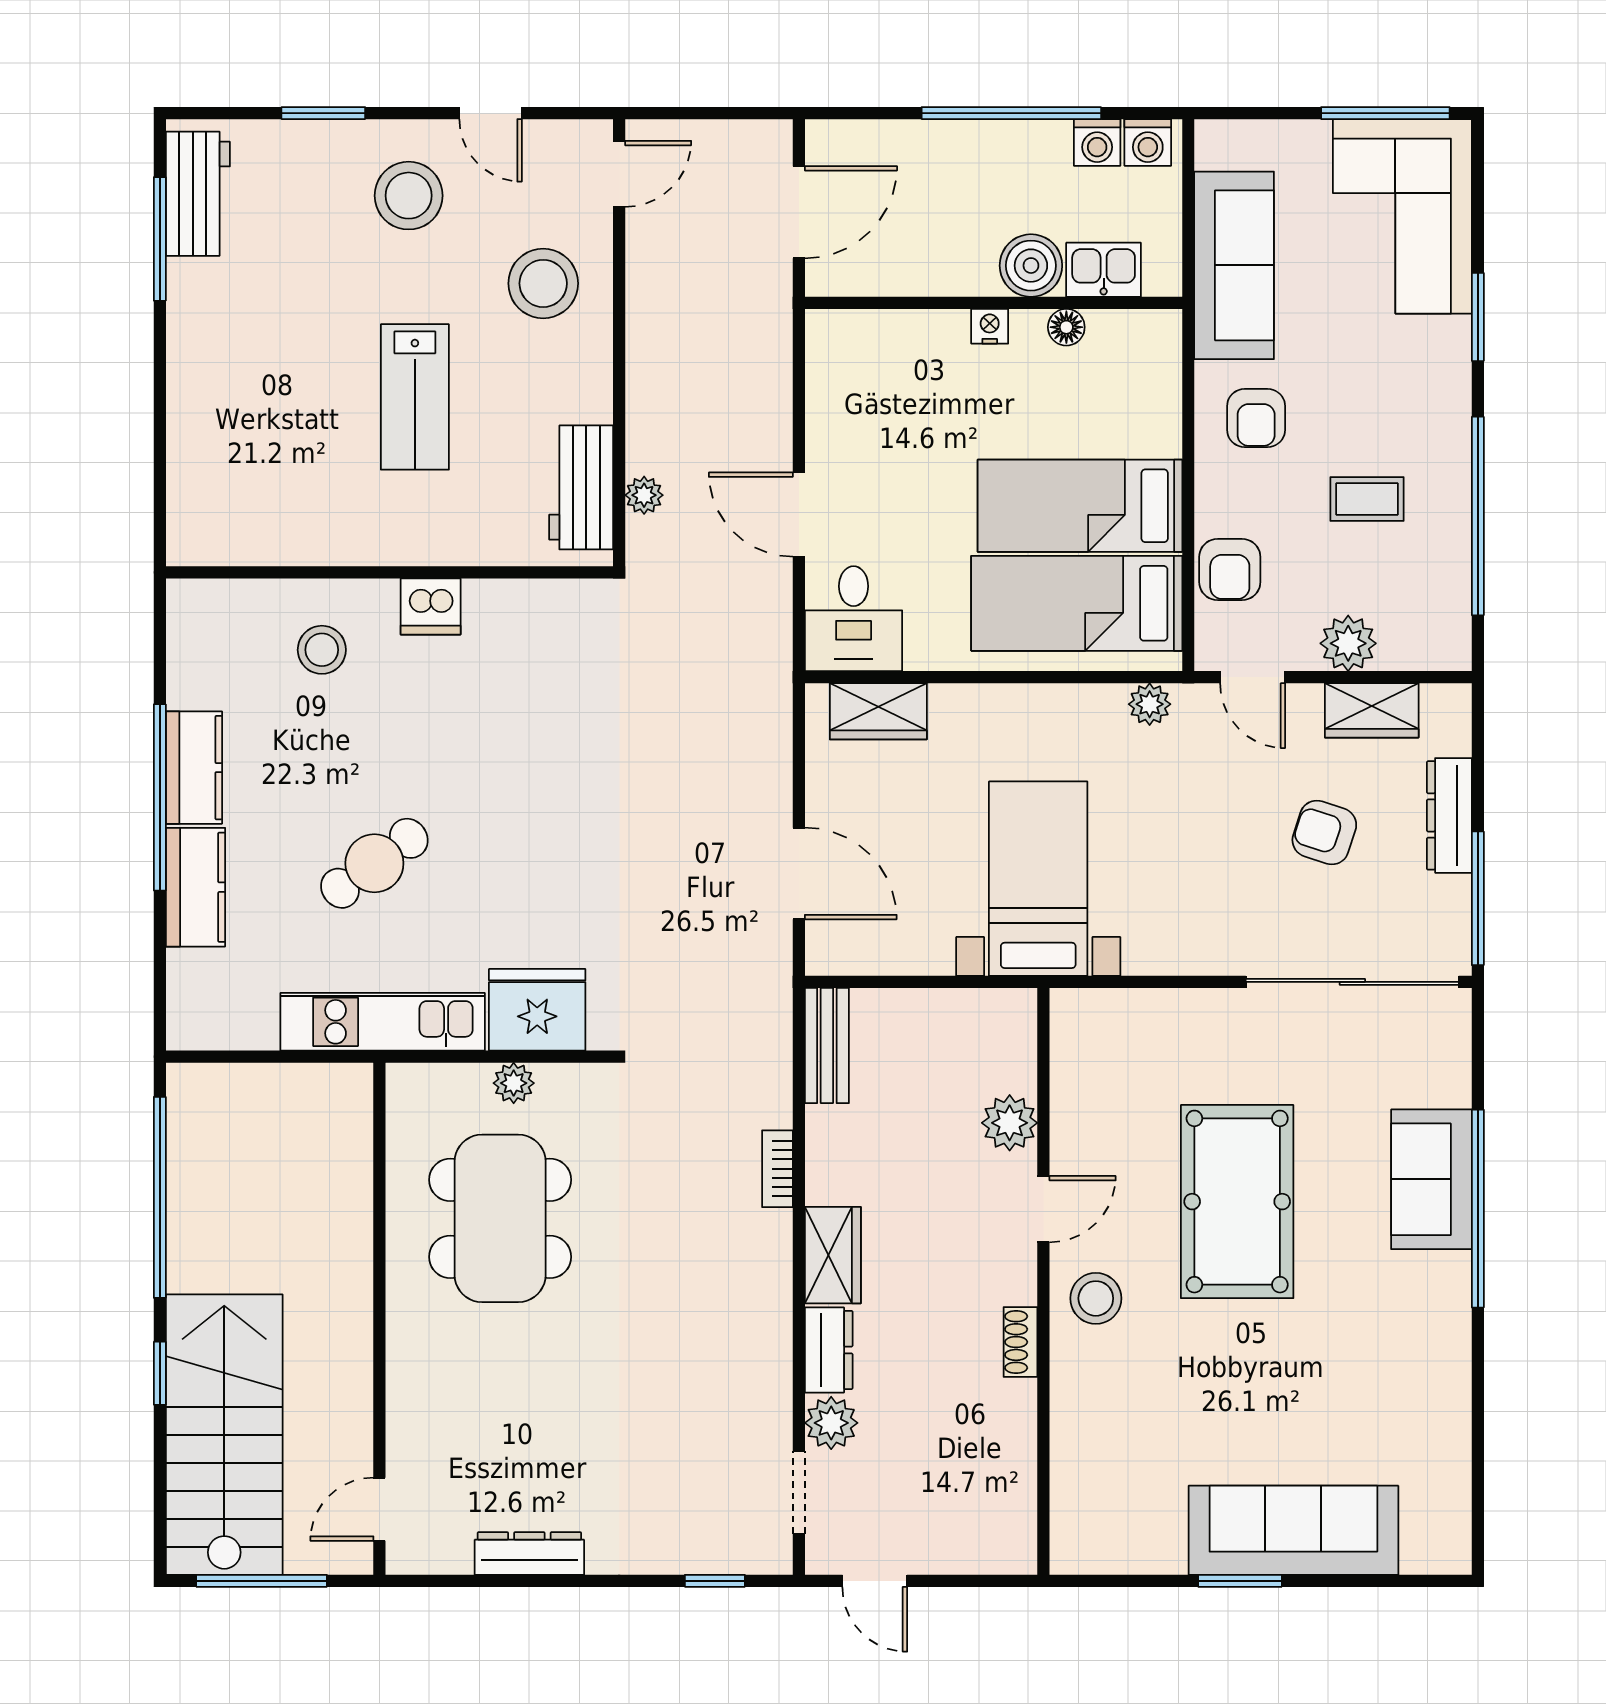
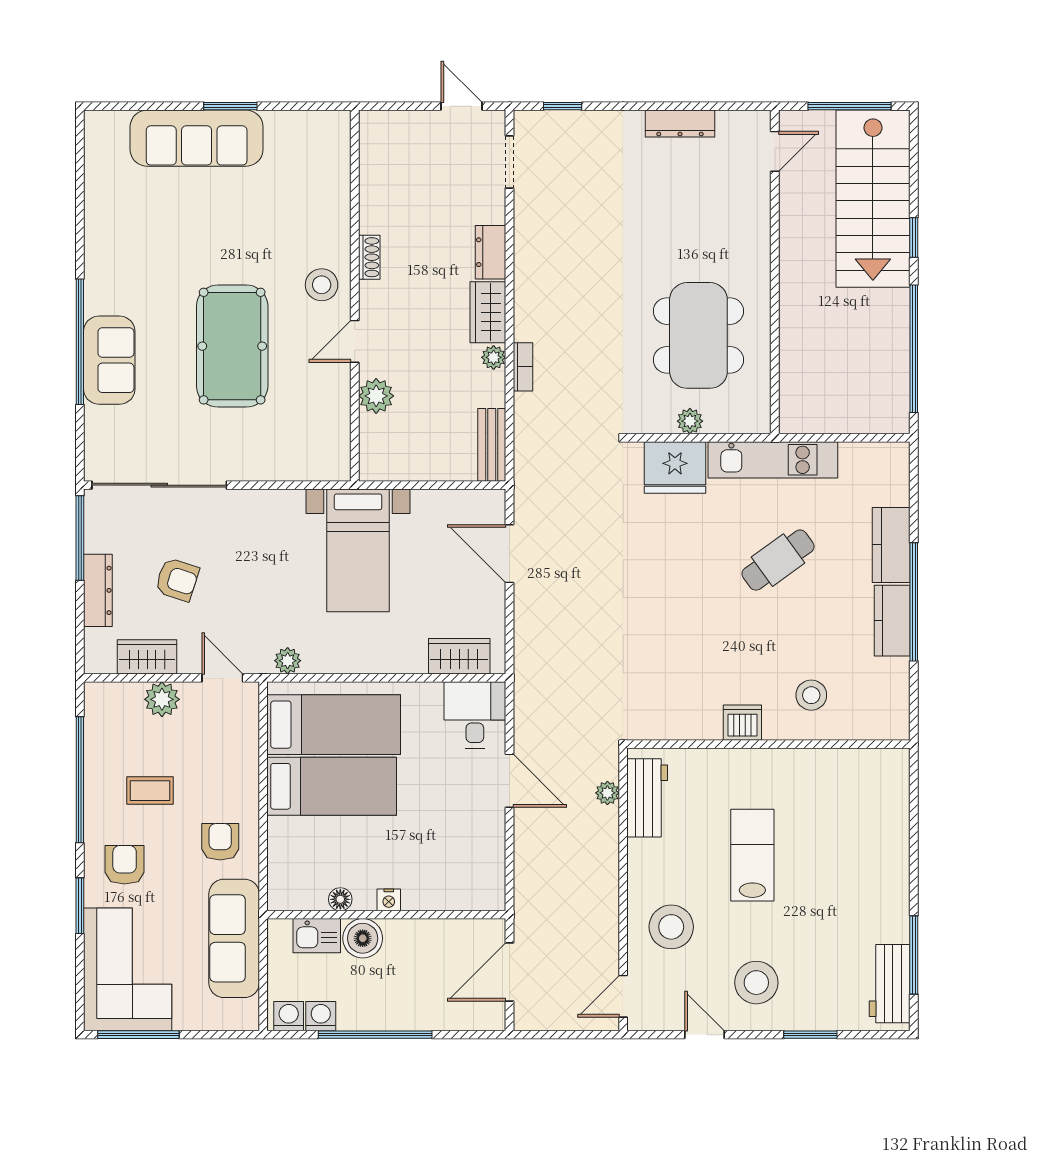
armchair: (1230, 569) -> (125, 865), moved
plant: (831, 1423) -> (494, 357), moved, width x0.73, depth x0.73

